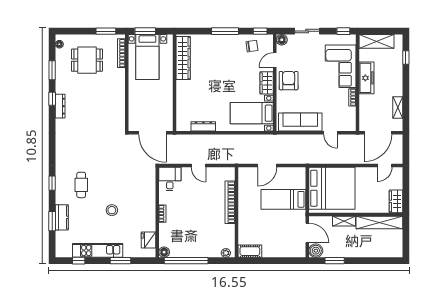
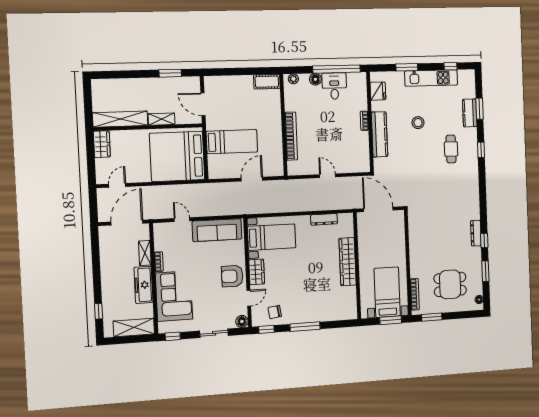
wardrobe: (183, 58) -> (348, 262), moved
armchair: (289, 81) -> (232, 276), turned 90
shelving: (398, 107) -> (145, 253), moved
desk: (170, 179) -> (334, 86), moved, turned 180
kitchen counter: (149, 201) -> (379, 134), added
boiler: (316, 251) -> (192, 84), removed
floor lamp: (164, 252) -> (315, 79), moved

